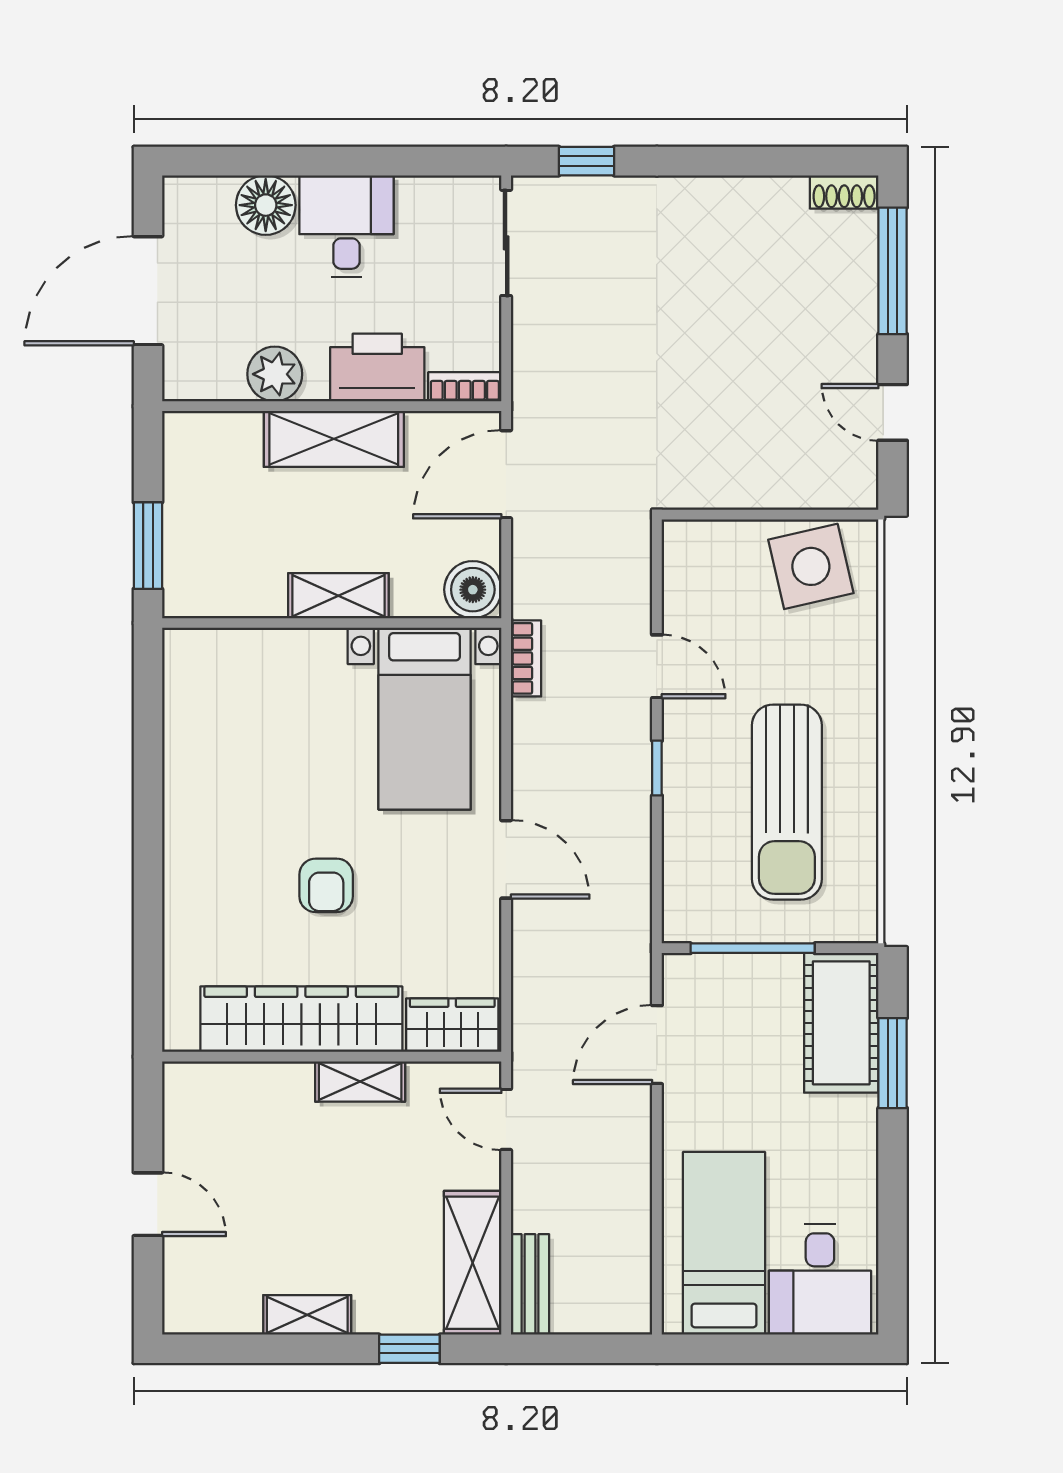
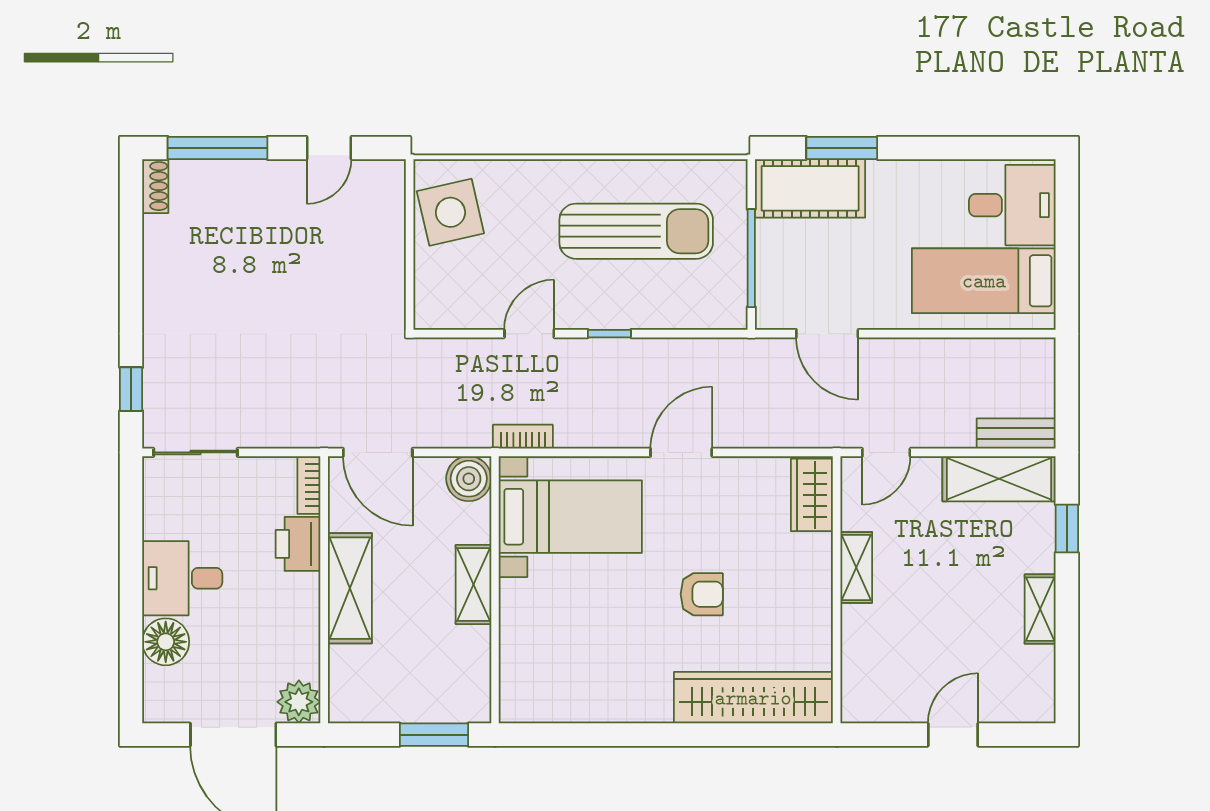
printer: (377, 368) -> (298, 544), width x0.73, depth x0.84
plant: (275, 374) -> (299, 702), moved
wardrobe: (301, 1019) -> (753, 698), moved, turned 90

